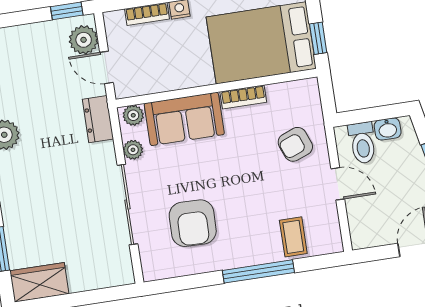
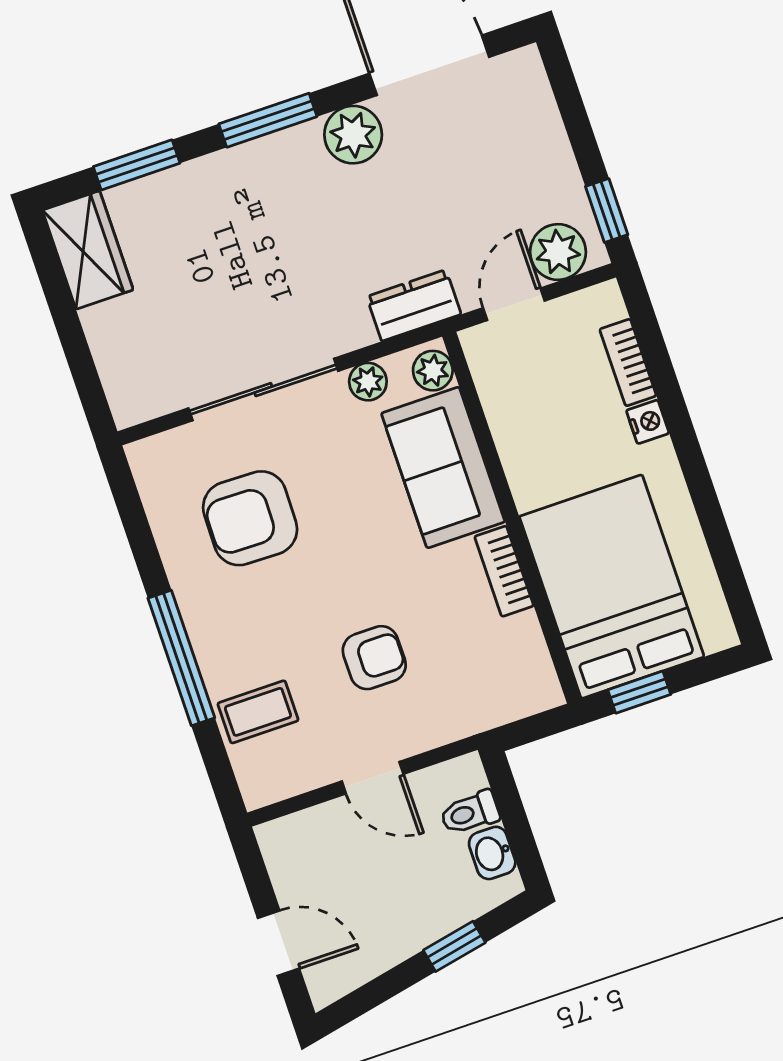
toilet: (362, 143) -> (470, 813), width x0.73, depth x0.72
armchair: (295, 144) -> (374, 658), moved, turned 111
door: (338, 184) -> (373, 778), hinge flipped

